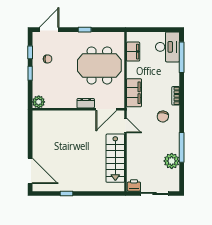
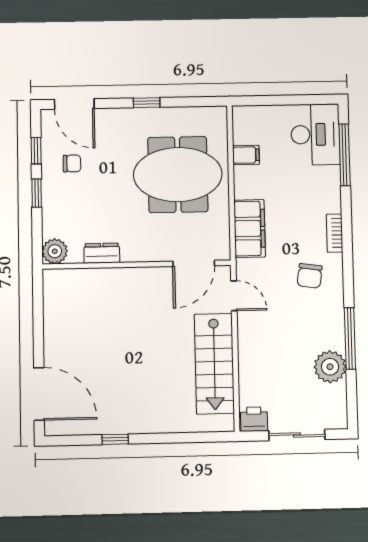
door: (49, 30) -> (74, 104), swing flipped
filing cabinet: (133, 52) -> (246, 155), width x0.50
dresser: (86, 103) -> (102, 253), moved

